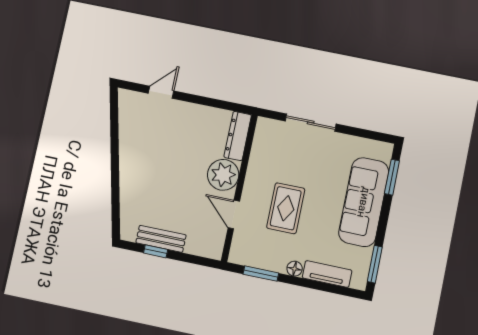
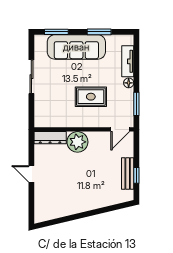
door: (161, 92) -> (31, 174), moved
sliding door: (311, 123) -> (31, 77), moved
door: (234, 215) -> (120, 129), moved
window: (375, 264) -> (99, 32), moved

